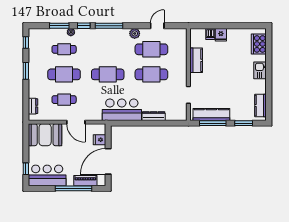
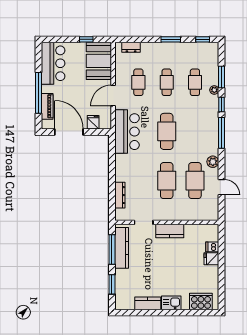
kitchen counter: (196, 60) -> (170, 231), moved
cafe table: (64, 74) -> (167, 82), width x0.73, depth x0.74
kitchen counter: (261, 106) -> (148, 303), moved
bar counter: (122, 110) -> (127, 132), moved
dresser: (154, 116) -> (120, 195), moved
window: (26, 169) -> (86, 39), moved

